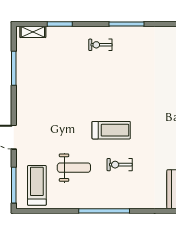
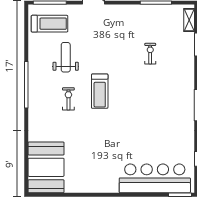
exercise bike: (100, 45) -> (150, 54), moved
weight bench: (74, 168) -> (66, 57), turned 180

